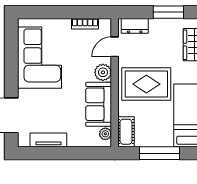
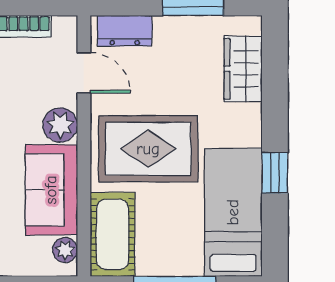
door: (115, 47) -> (84, 73), swing flipped
cot: (126, 132) -> (113, 234), width x1.37, depth x1.34

